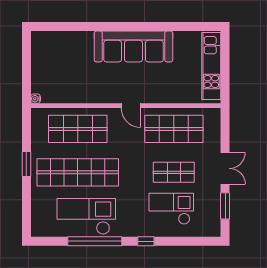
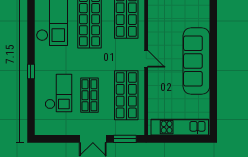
door: (131, 106) -> (146, 59), swing flipped
window: (225, 206) -> (125, 139), moved
window: (95, 241) -> (31, 28), removed

